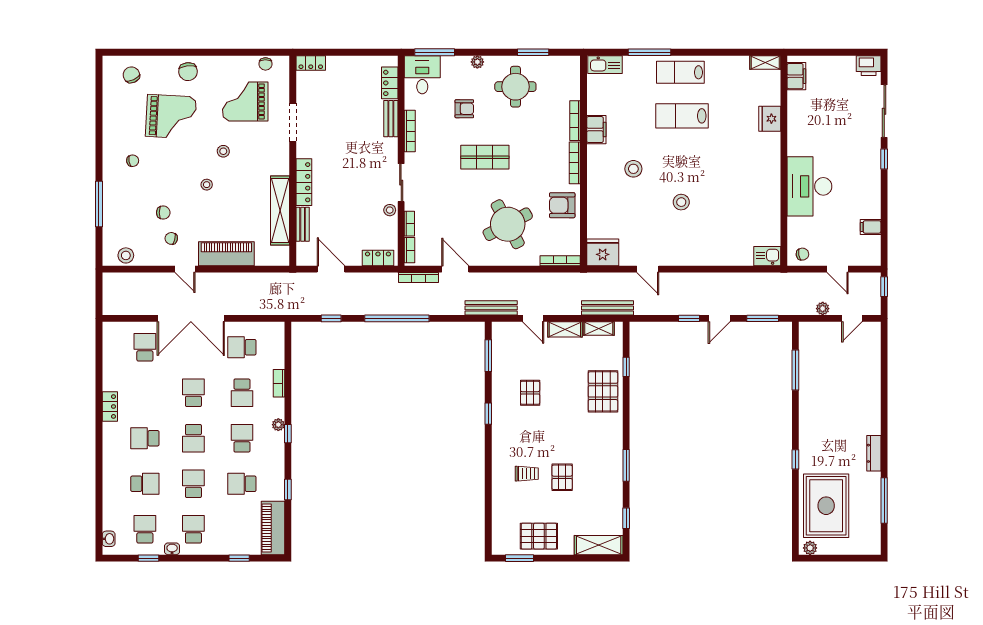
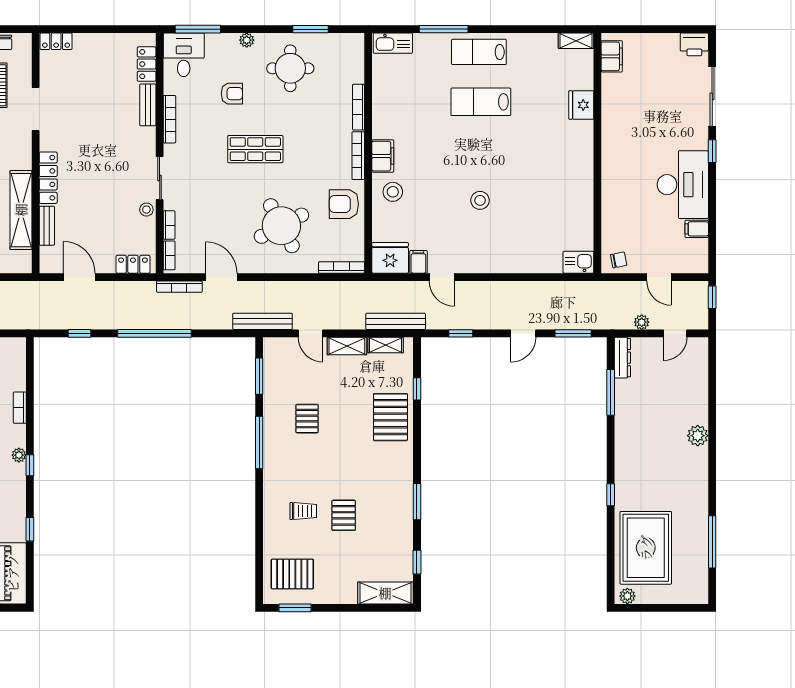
filing cabinet: (596, 130) -> (383, 156), moved
stool: (633, 169) -> (393, 192), moved
desk: (809, 186) -> (683, 185), moved, turned 180
filing cabinet: (627, 256) -> (418, 262), added
window: (689, 318) -> (461, 333), moved
plant: (872, 408) -> (698, 436), added
window: (488, 414) -> (259, 442), width x2.17
dresser: (874, 453) -> (622, 358), moved, turned 180
pallet: (539, 536) -> (292, 574), moved

